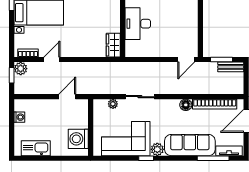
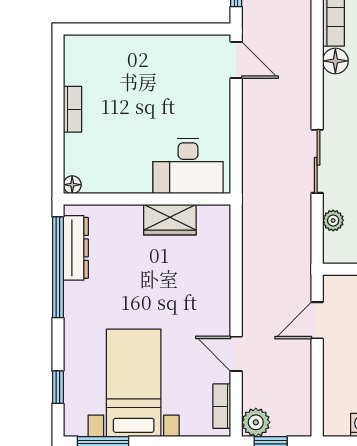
desk: (138, 24) -> (188, 166), moved
wardrobe: (113, 45) -> (170, 220), moved
door: (67, 97) -> (317, 320), hinge flipped

